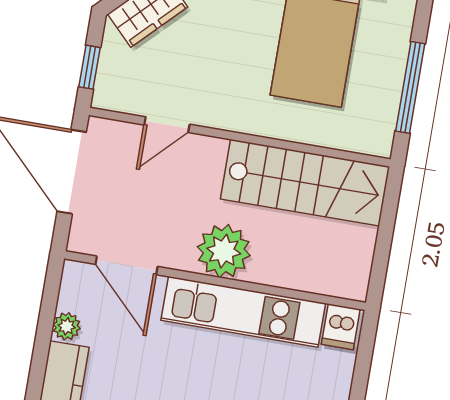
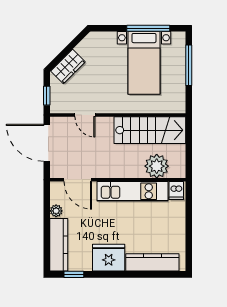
window: (410, 87) -> (189, 65), moved
door: (167, 125) -> (85, 115), hinge flipped
plant: (224, 251) -> (157, 166), moved

